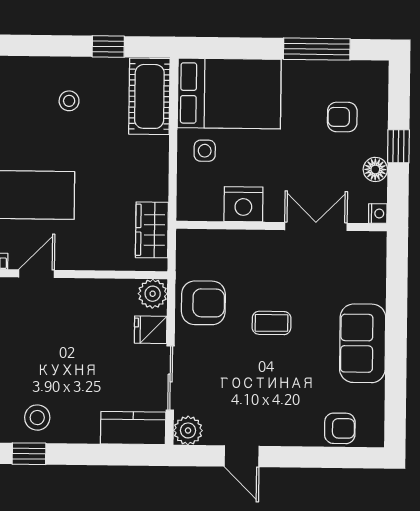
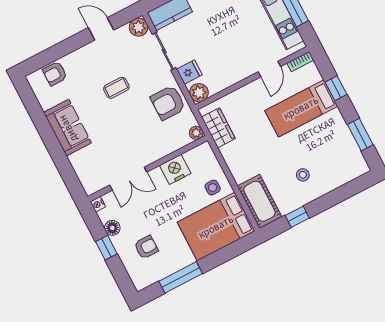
plant: (187, 240) -> (196, 133), added
coffee table: (272, 323) -> (116, 88), moved

